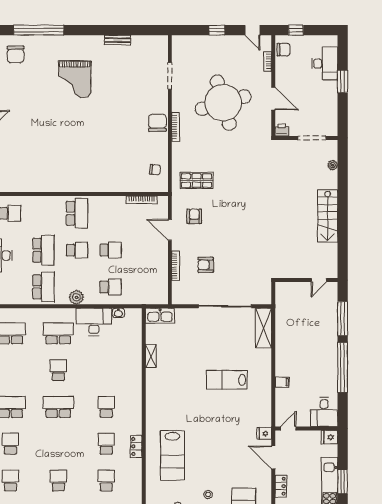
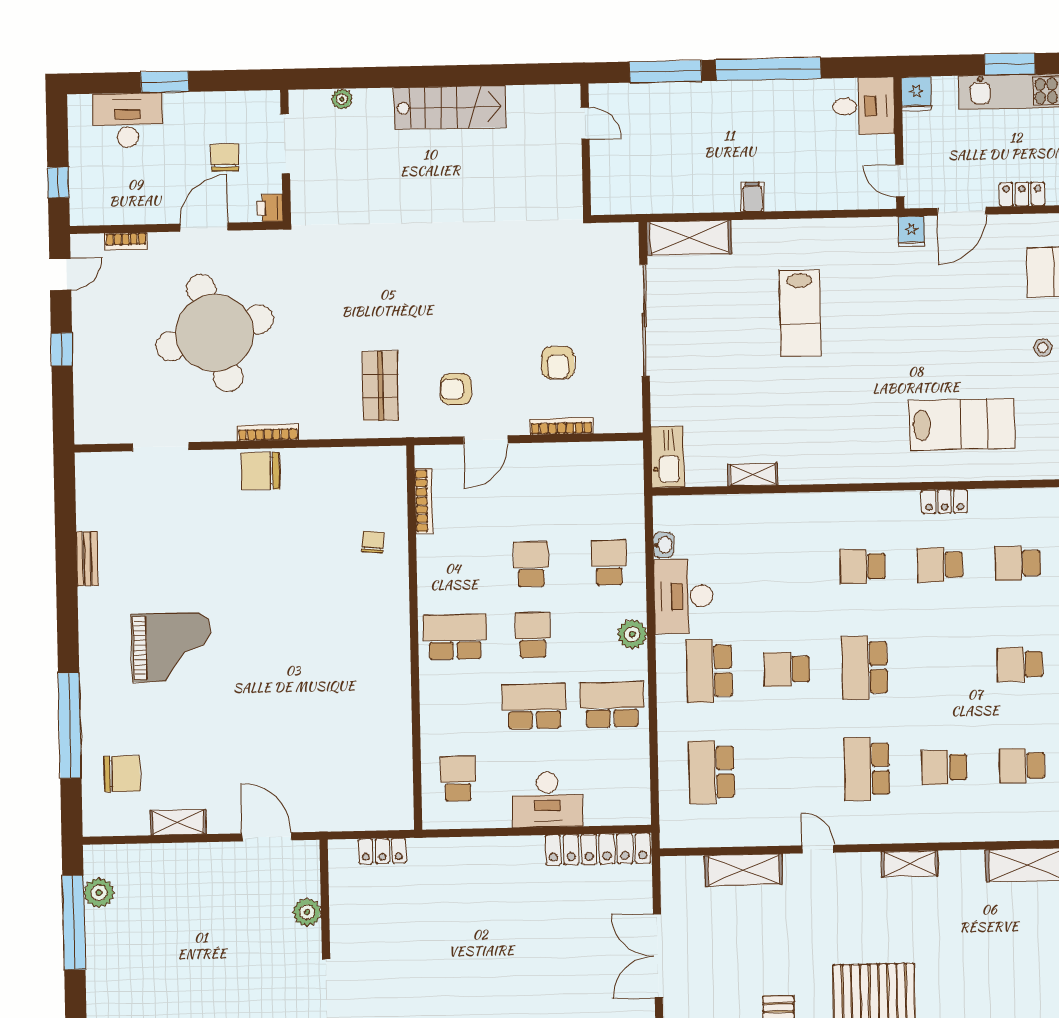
chair: (283, 50) -> (225, 158), moved
chair: (155, 170) -> (373, 542), moved
filing cabinet: (282, 382) -> (752, 197), moved

